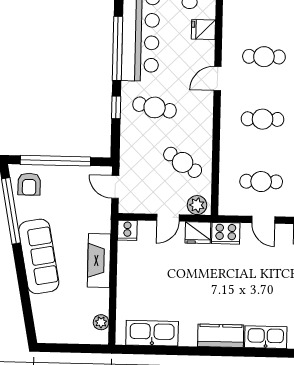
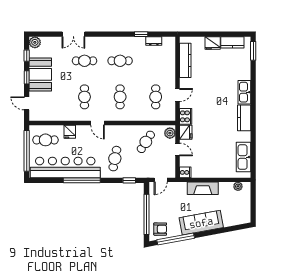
window: (116, 107) -> (129, 180), moved

